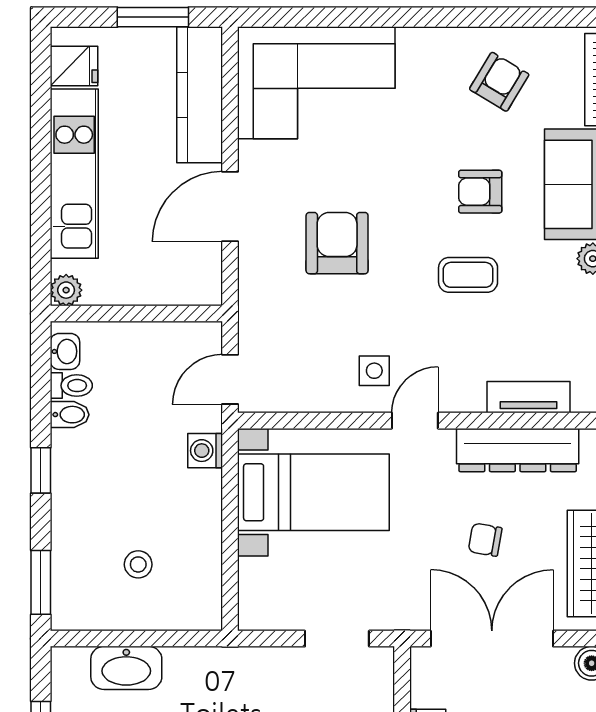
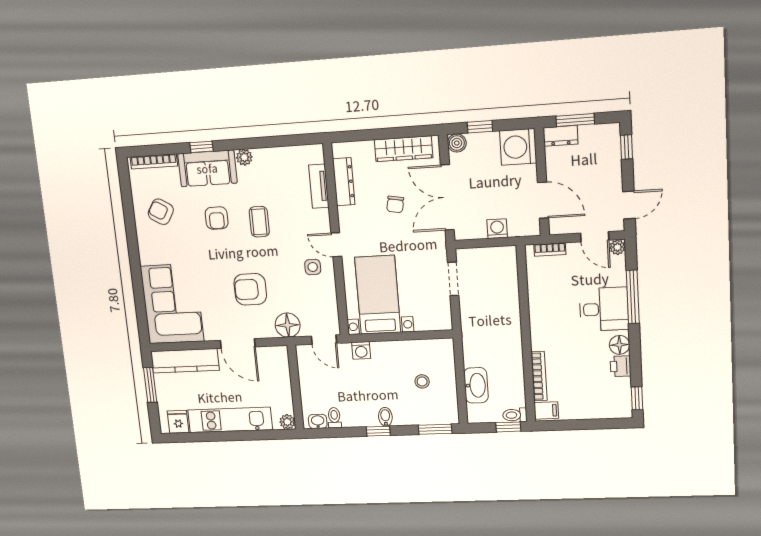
floor lamp: (262, 310) -> (288, 325), added
bidet: (70, 415) -> (385, 417), moved
dresser: (518, 450) -> (344, 182), width x0.73, depth x0.80

